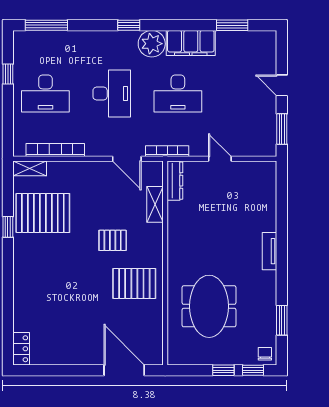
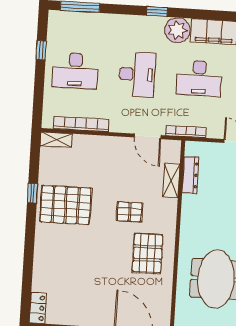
dresser: (175, 181) -> (190, 175), moved
pallet: (43, 213) -> (66, 205), moved
pallet: (134, 283) -> (148, 253), turned 90

